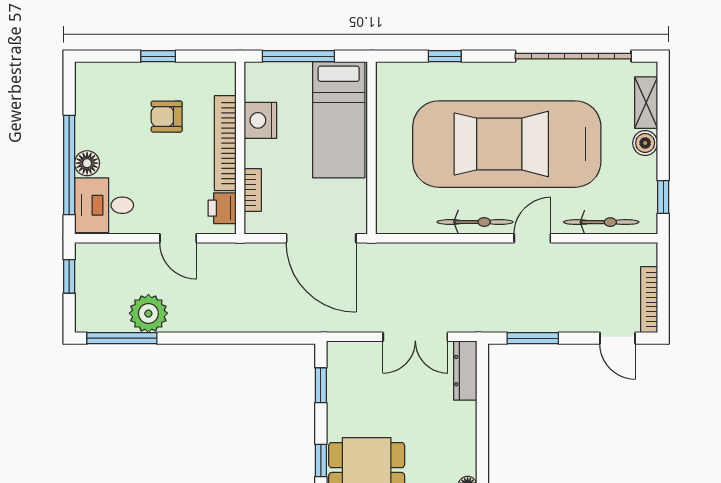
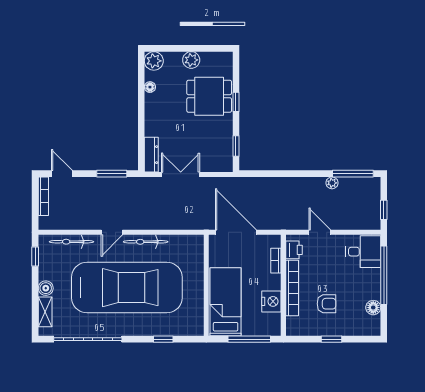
floor lamp: (87, 163) -> (373, 308), moved
plant: (148, 313) -> (332, 183), width x0.53, depth x0.53

